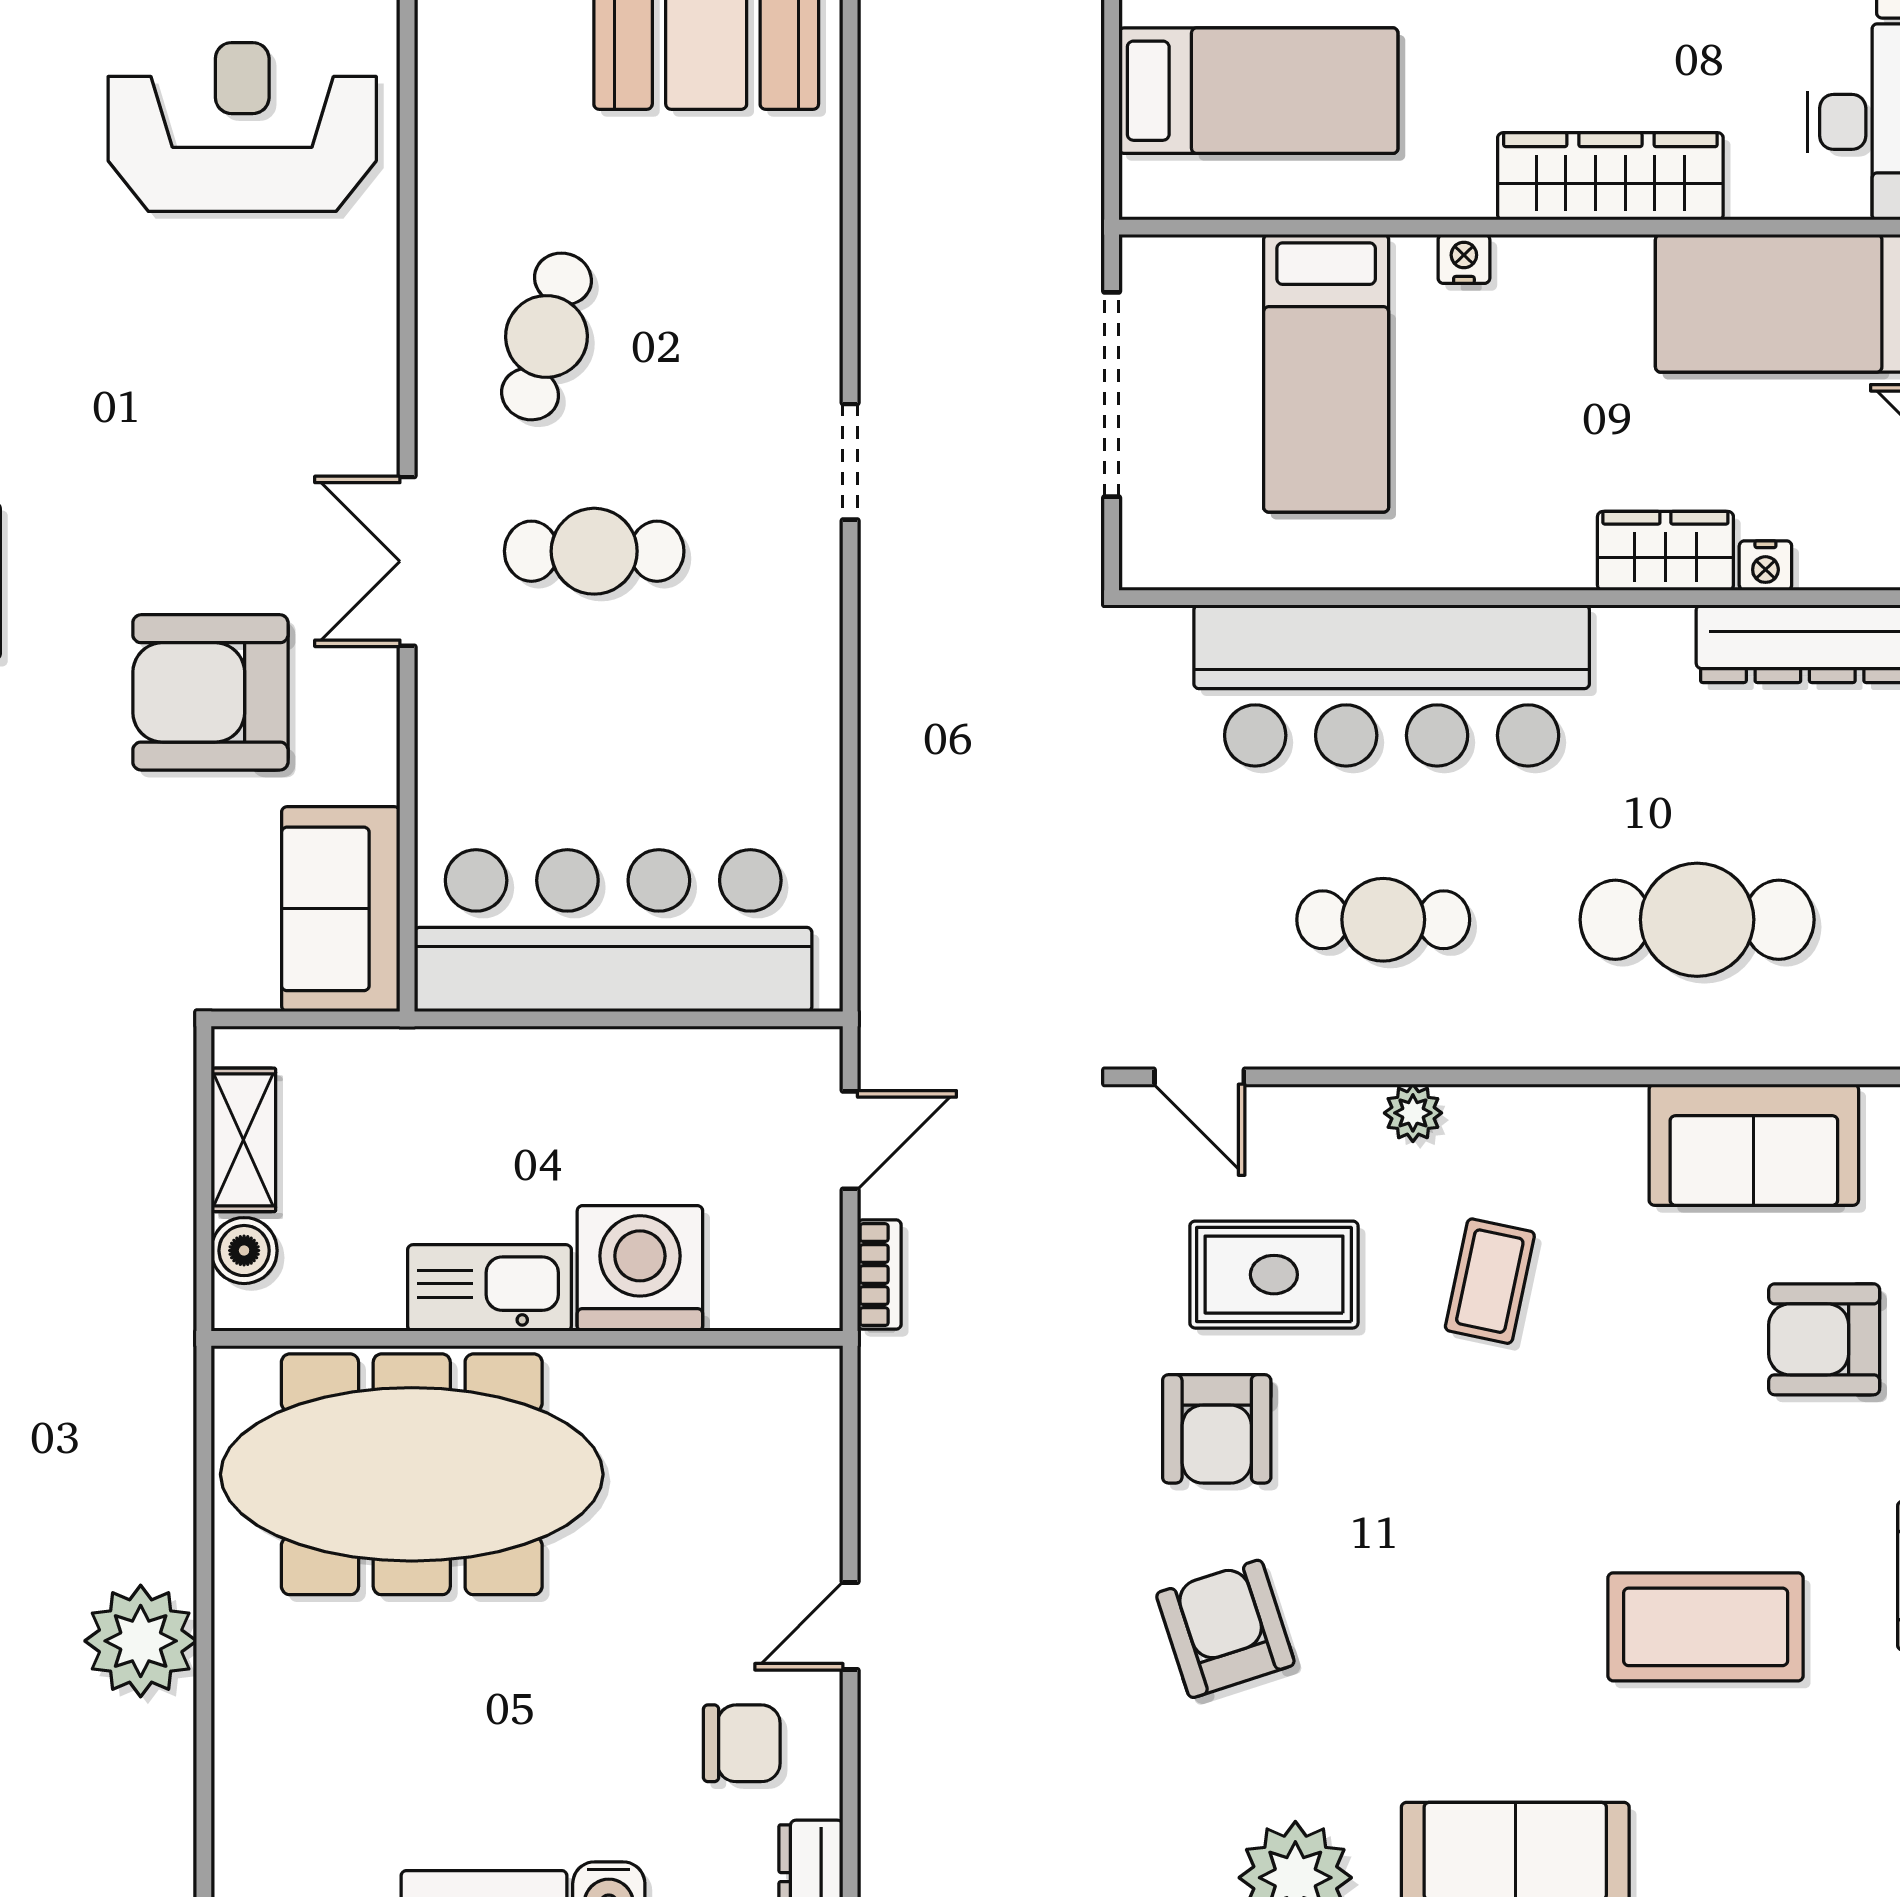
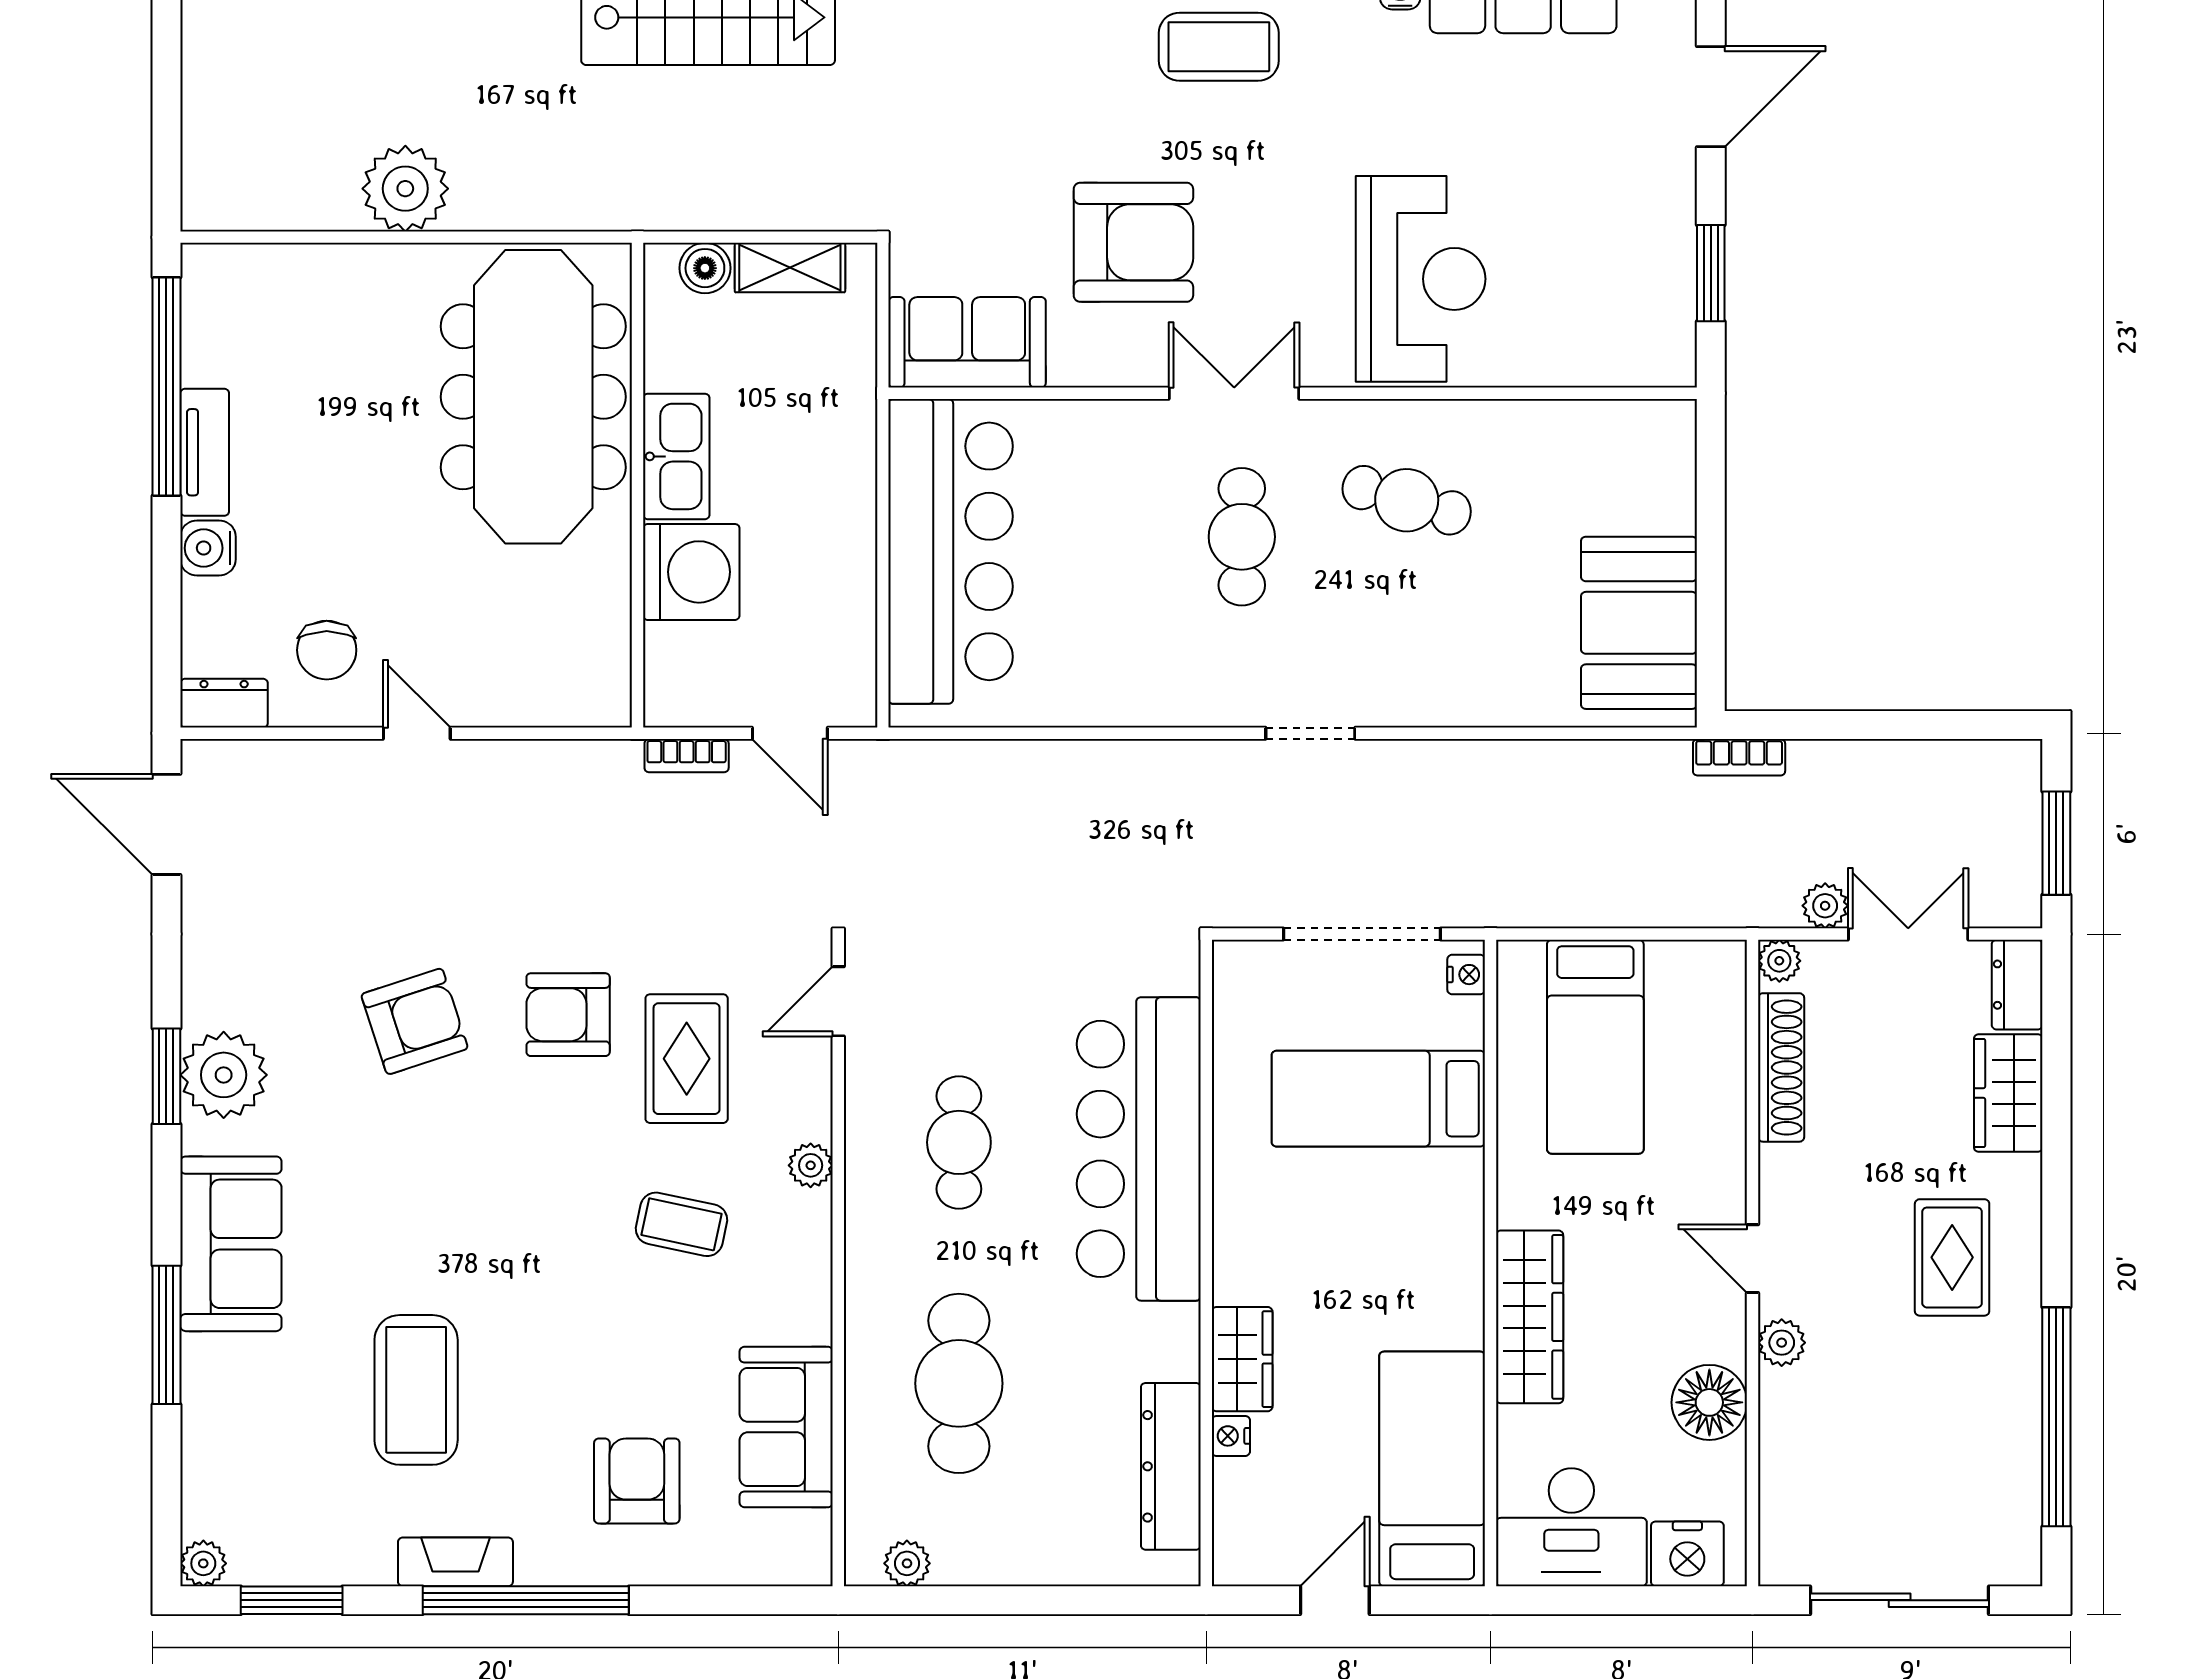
reception desk: (242, 127) -> (1421, 279), moved
nightstand: (1464, 259) -> (1466, 975), moved
armchair: (210, 692) -> (1133, 242), turned 90

